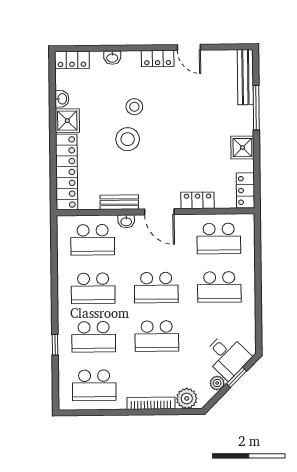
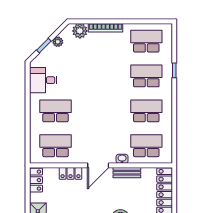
door: (159, 212) -> (98, 165), swing flipped
school desk: (156, 288) -> (101, 111), removed
school desk: (157, 336) -> (101, 76), removed
desk: (227, 356) -> (43, 80), moved, turned -45

